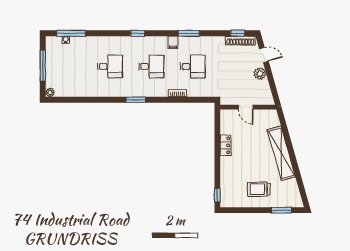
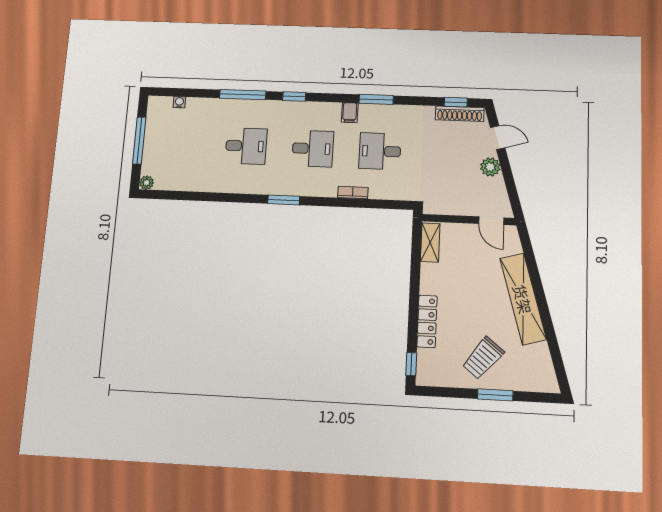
window: (71, 33) -> (243, 95), moved
desk: (193, 66) -> (380, 151), turned 180
door: (246, 107) -> (491, 221), moved
shelving: (226, 122) -> (430, 243), added
locker: (226, 145) -> (427, 321), moved, width x1.53
trolley: (259, 189) -> (483, 358), turned -51
window: (281, 210) -> (495, 395), moved

